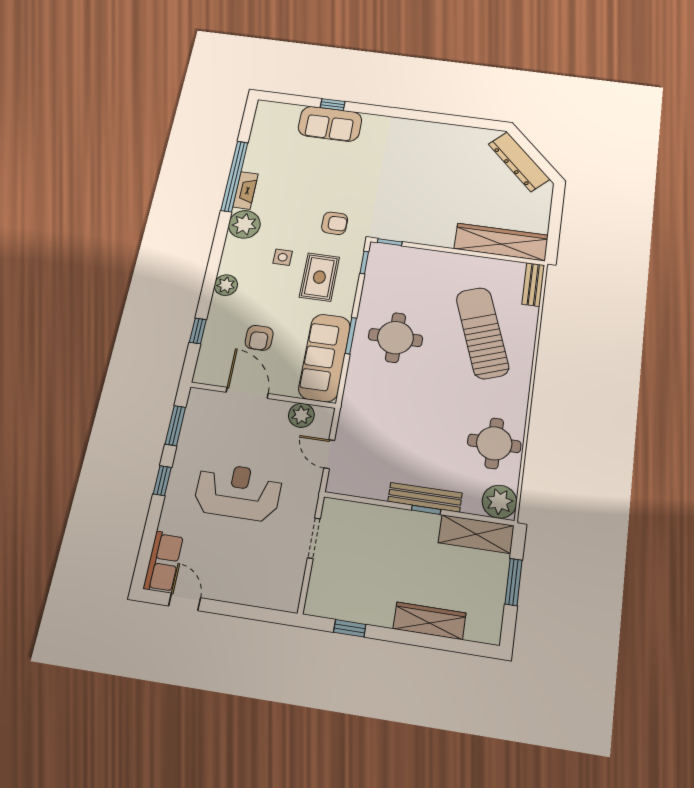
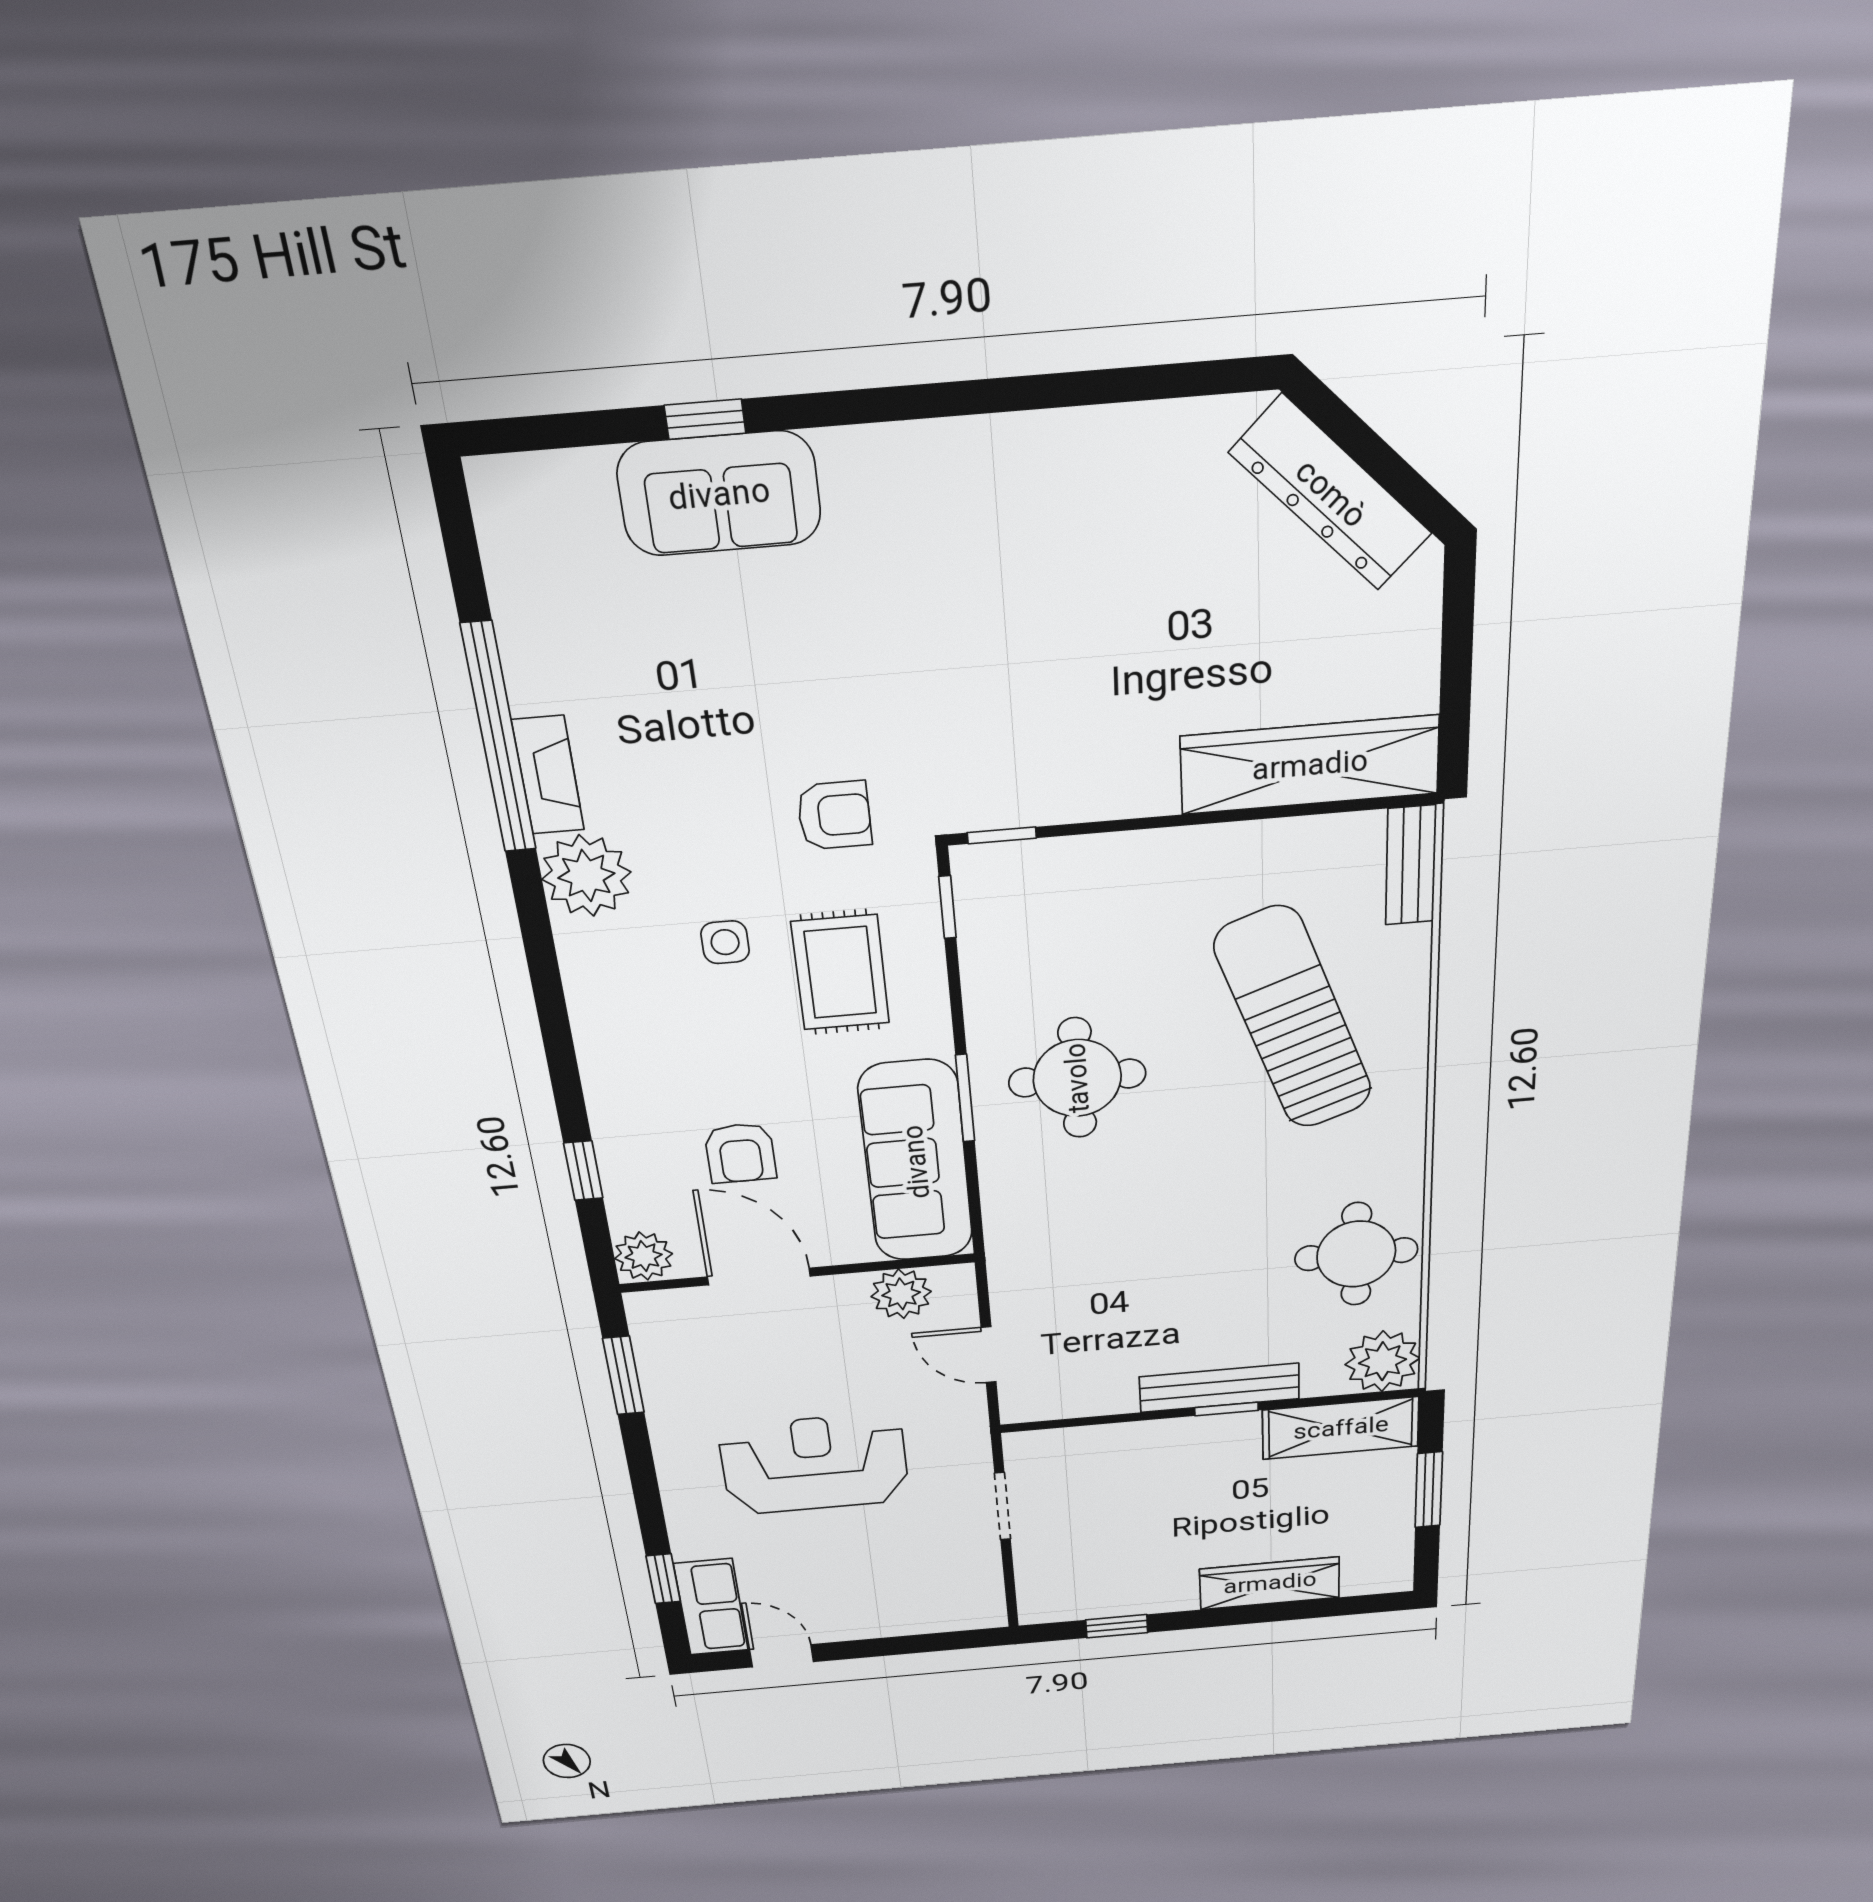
plant: (226, 285) -> (644, 1256), moved
window: (162, 481) -> (663, 1579), moved

